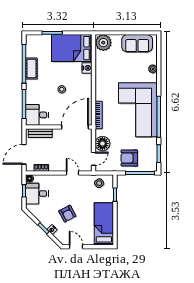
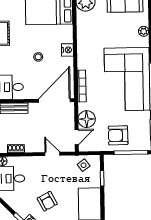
nightstand: (87, 68) -> (67, 50), moved

